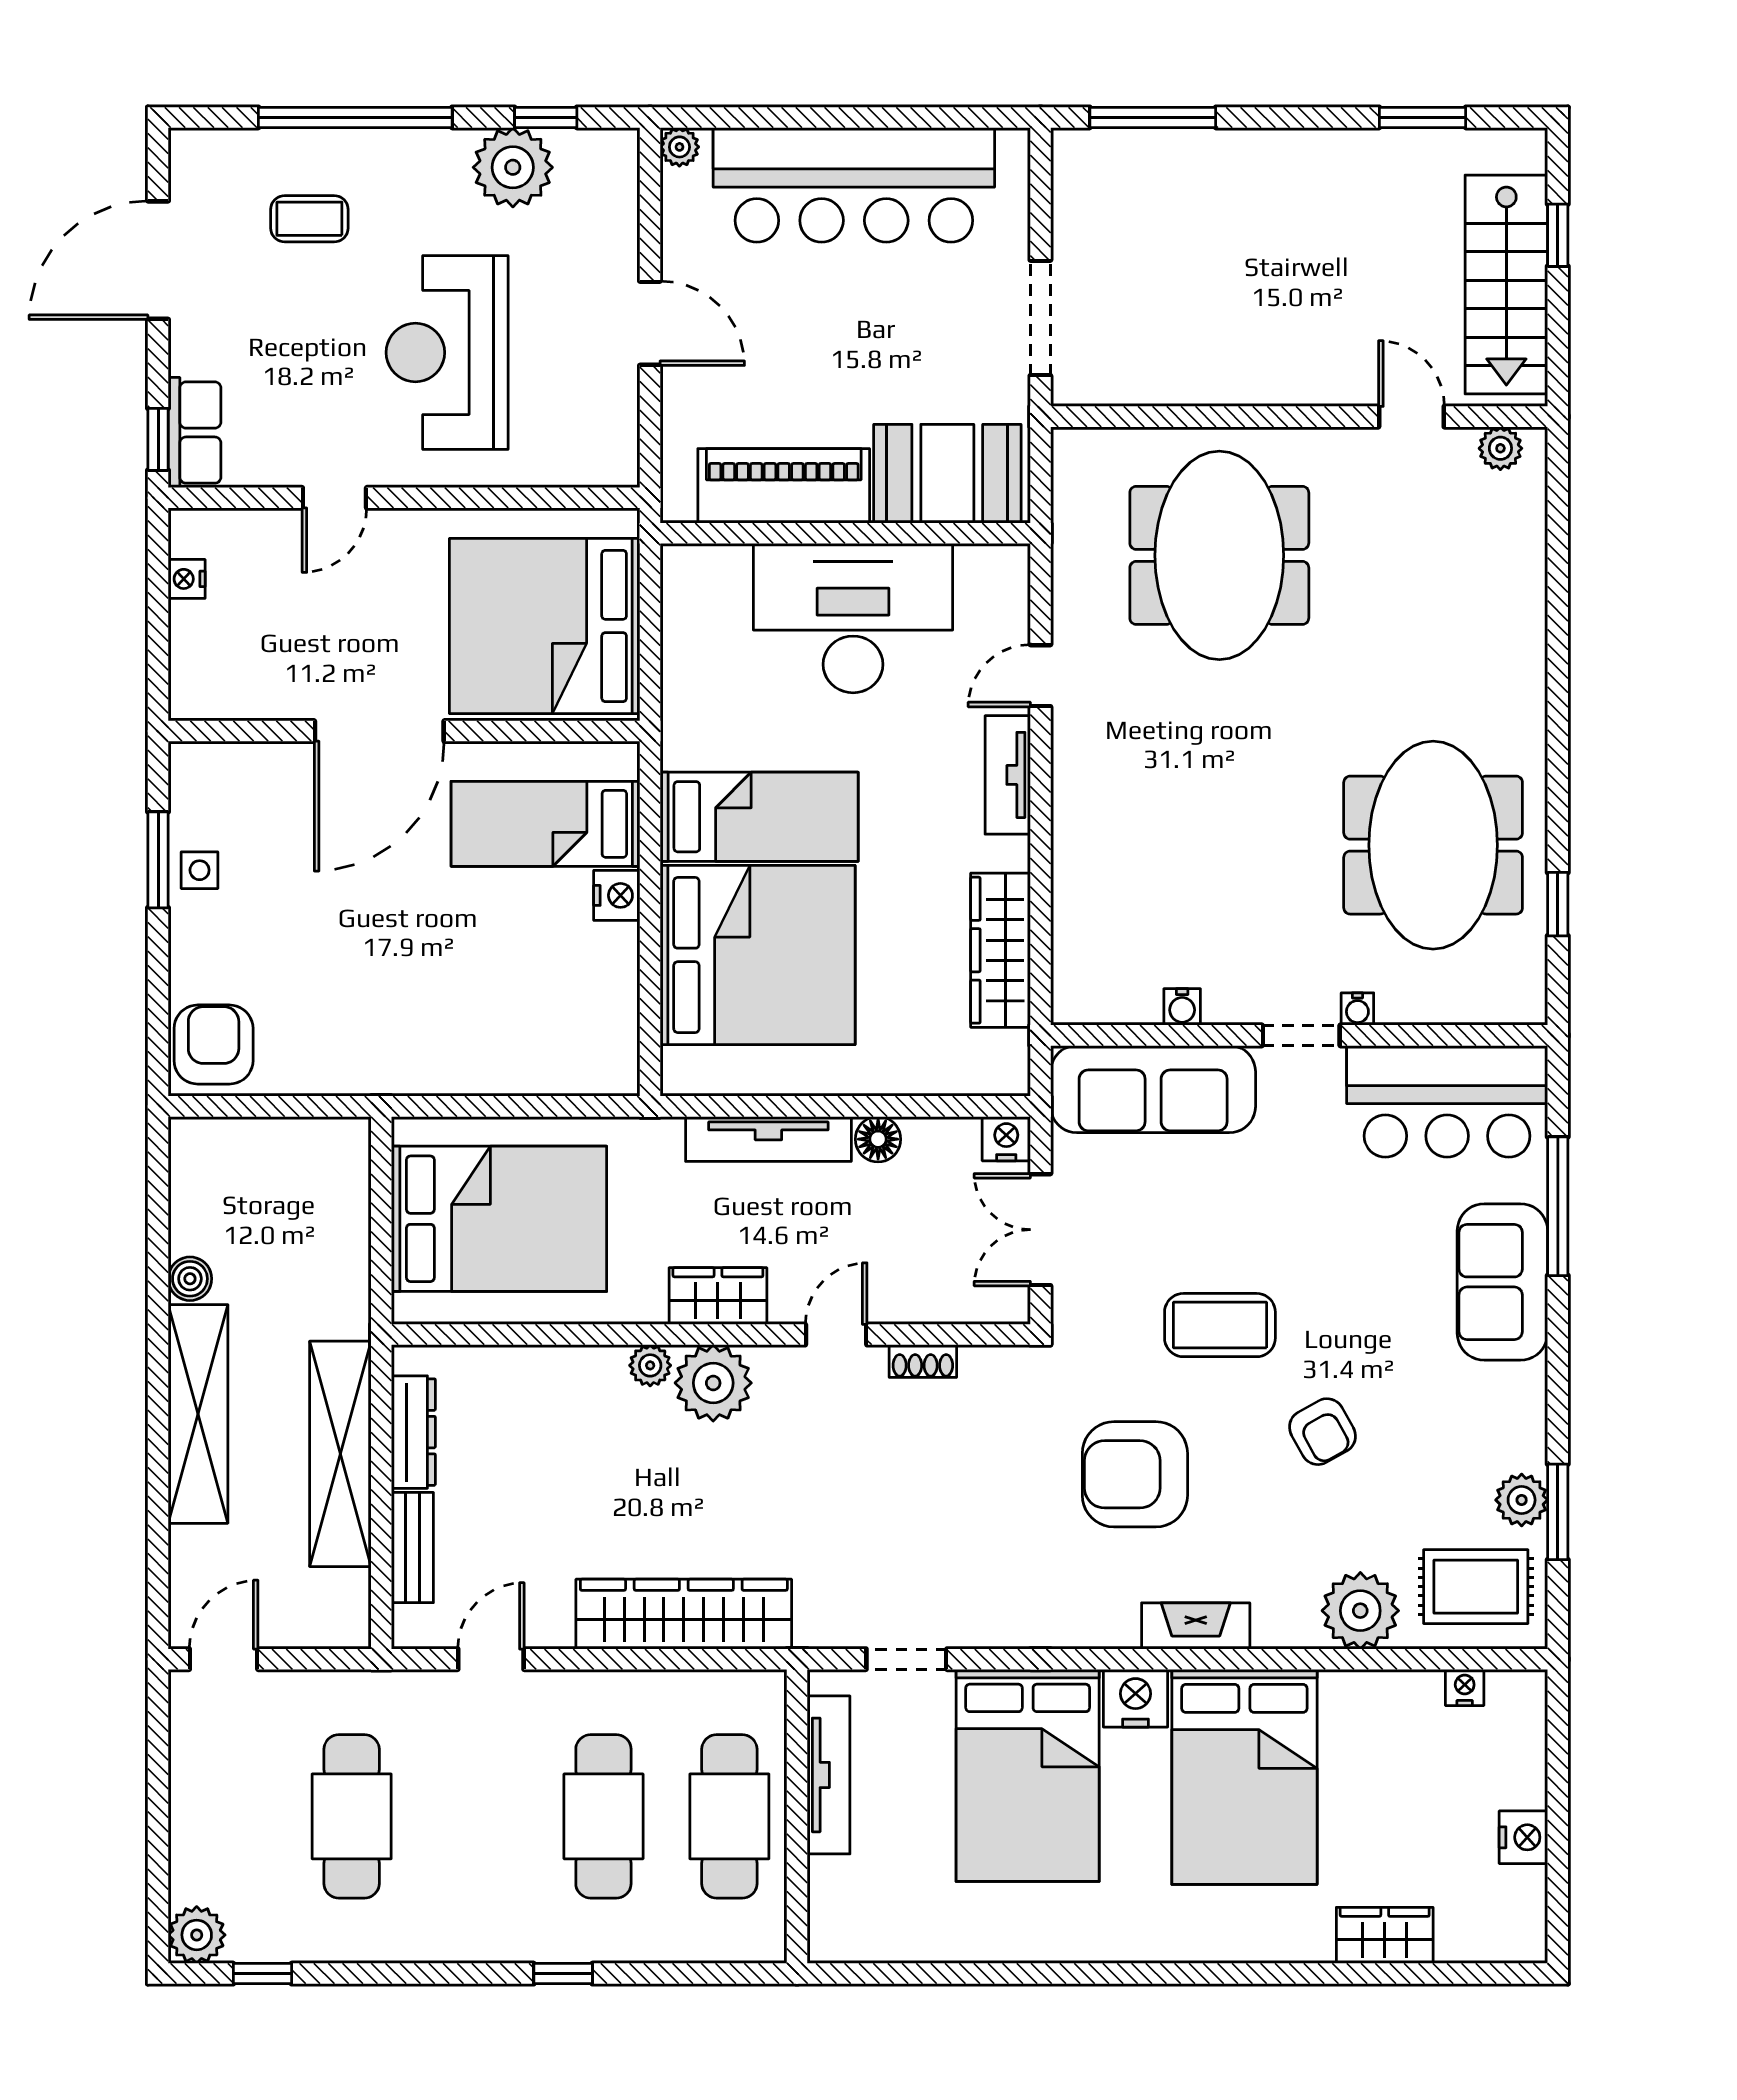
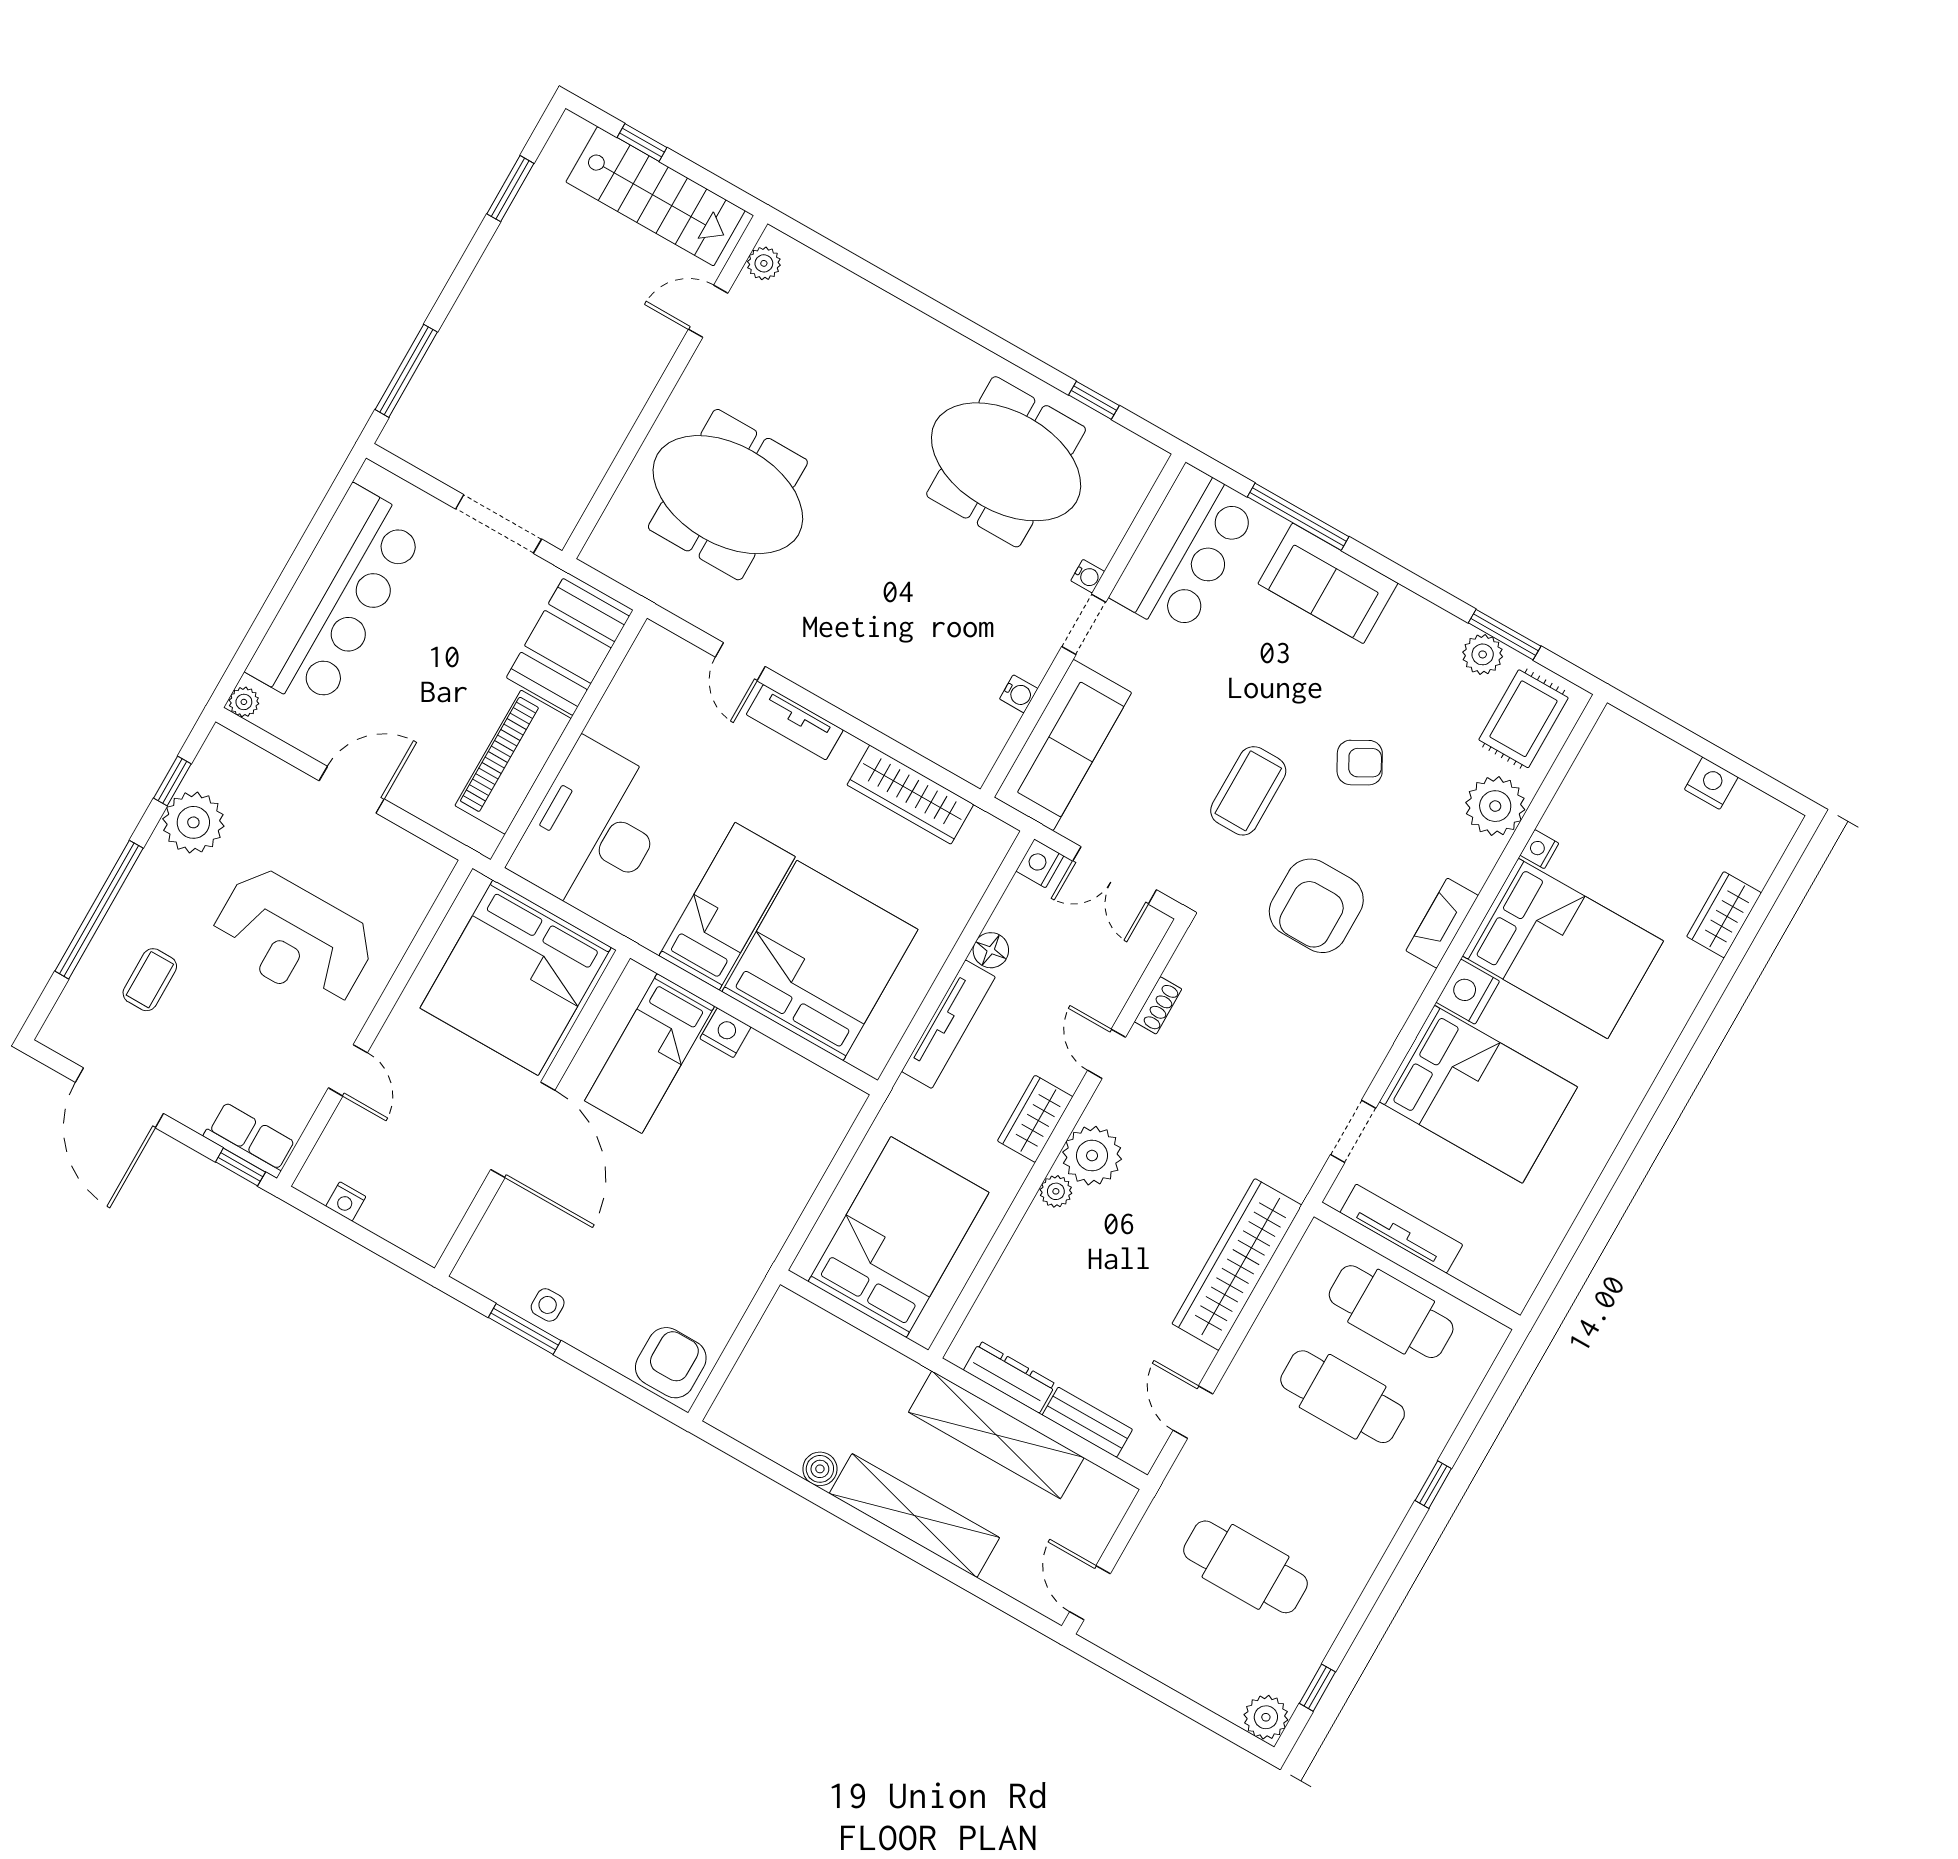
desk: (853, 618) -> (593, 829), moved
armchair: (214, 1045) -> (671, 1363), turned 90
nightstand: (1465, 1687) -> (1539, 849), moved

